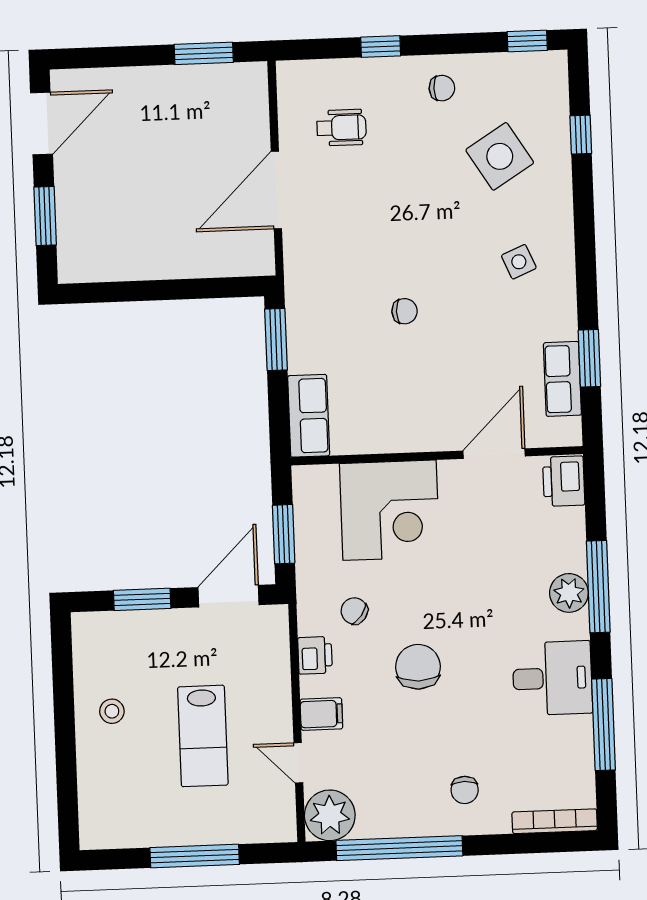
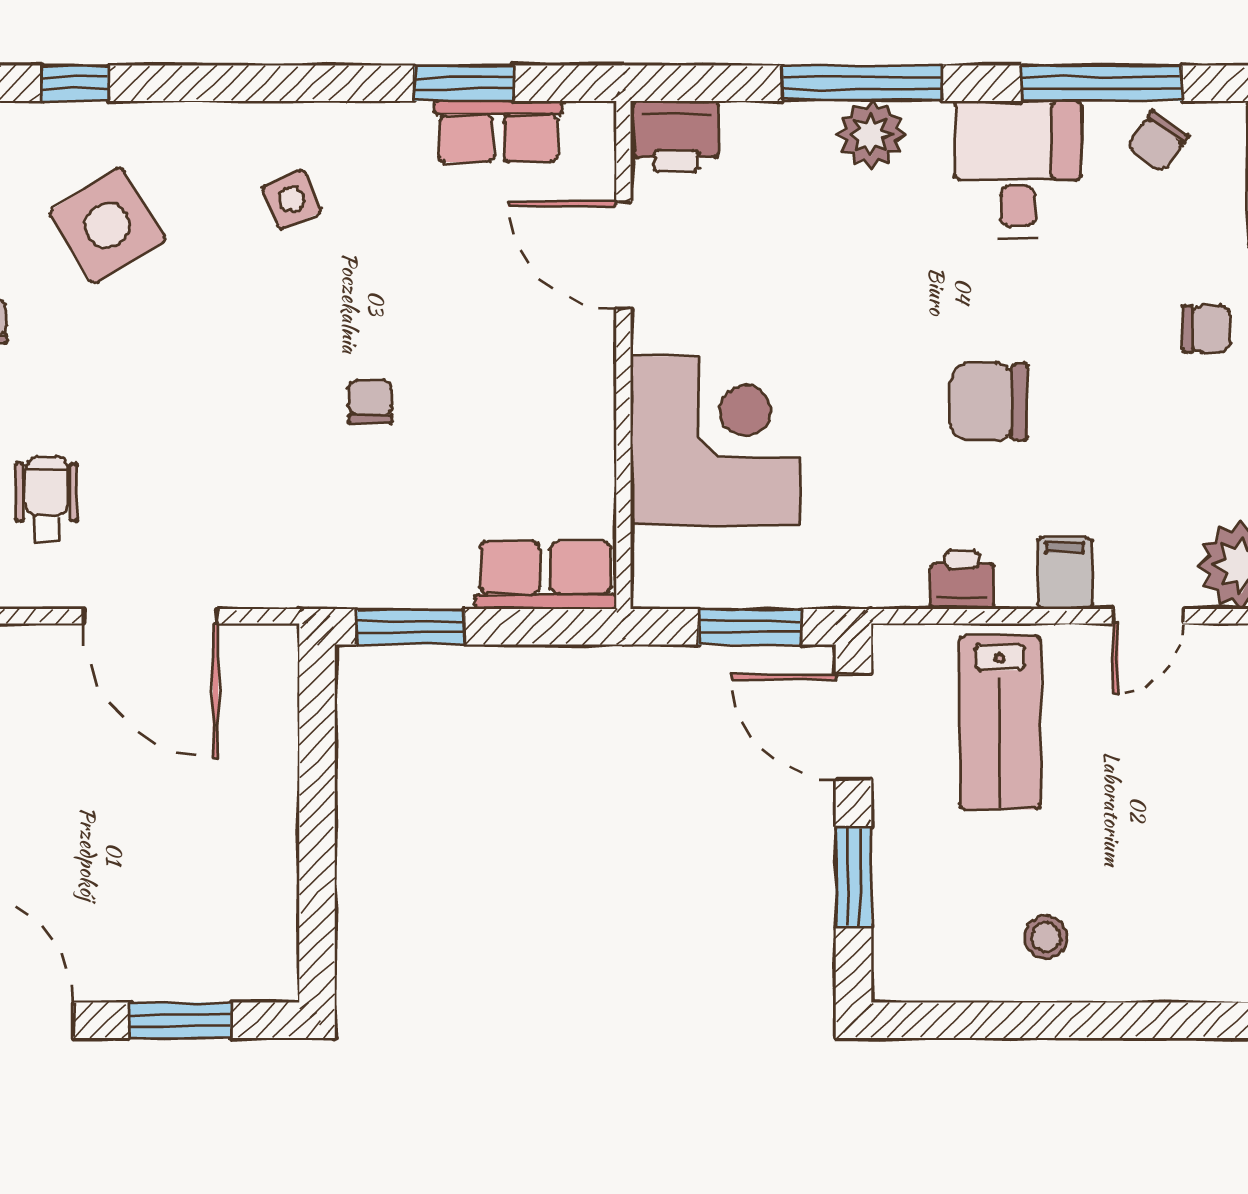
chair: (354, 611) -> (1158, 141), moved
lab bench: (203, 736) -> (1000, 722), moved, turned 90

